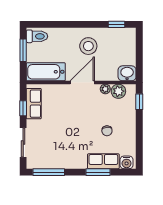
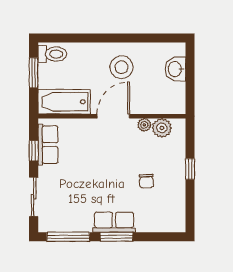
window: (117, 24) -> (159, 38), removed
washbasin: (127, 73) -> (175, 69), moved, turned -90
window: (139, 102) -> (190, 169), moved
row of seats: (103, 161) -> (114, 222), moved
water cooler: (127, 162) -> (173, 224), removed
window: (98, 172) -> (117, 237), moved

